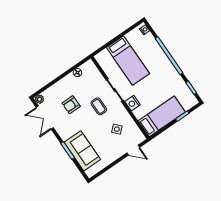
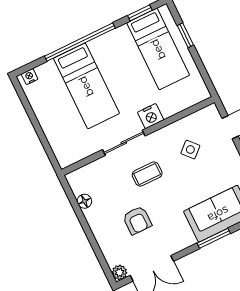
bed: (128, 61) -> (86, 86), moved, turned 90
bed: (162, 116) -> (158, 49), moved, turned 180

